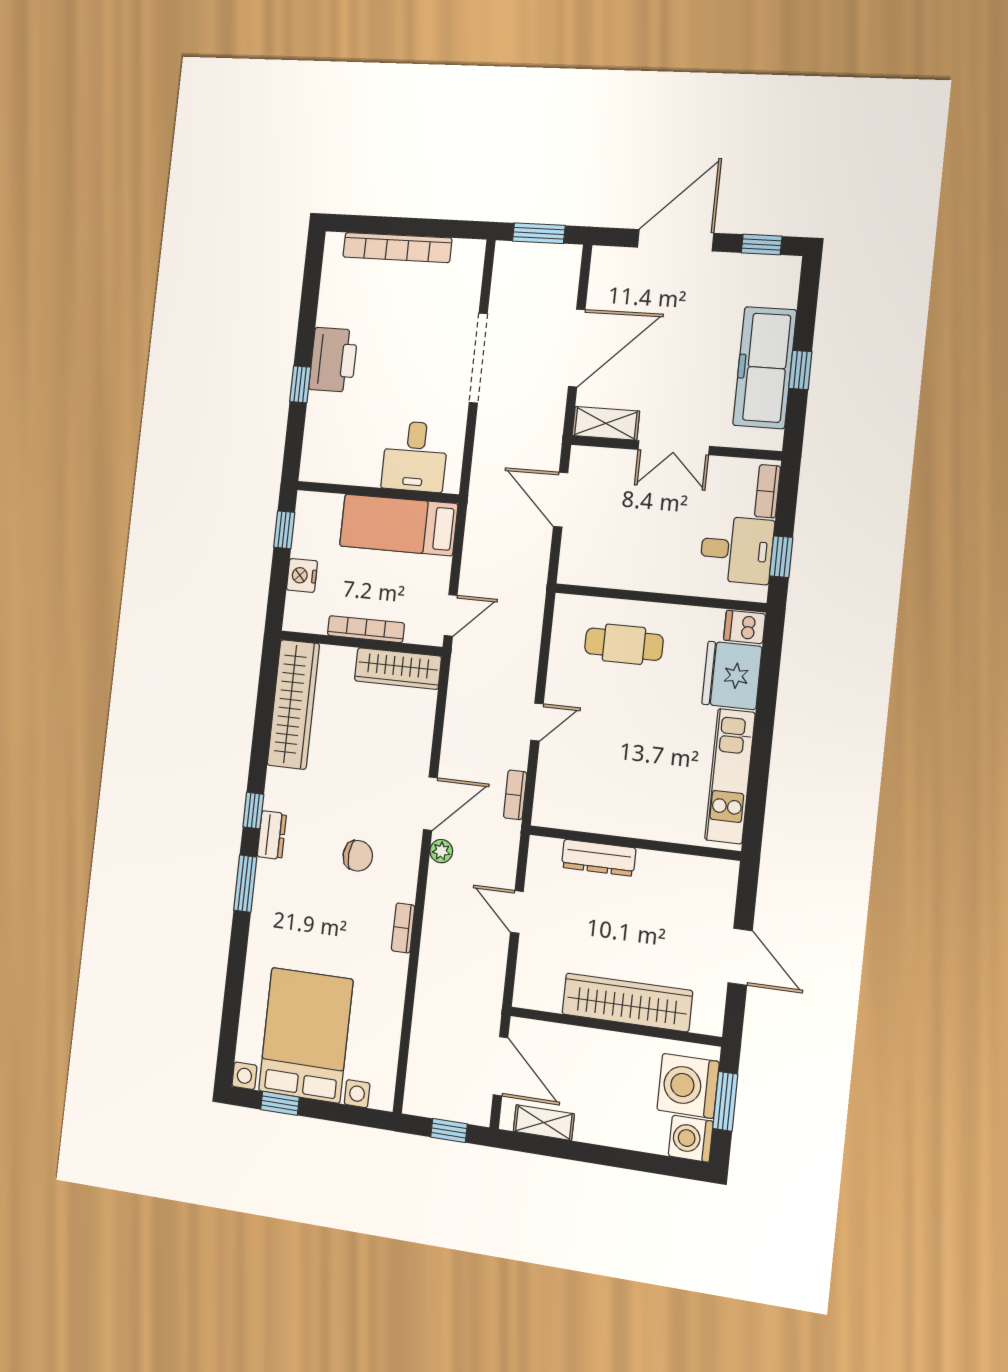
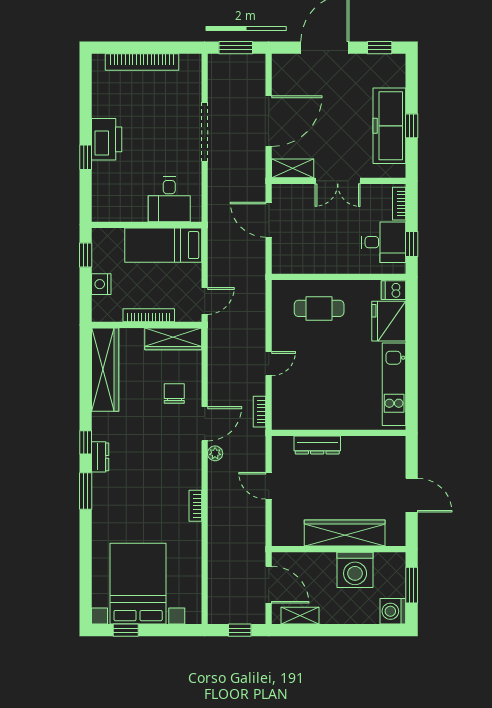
chair: (358, 856) -> (174, 394), moved, turned -94
washing machine: (688, 1086) -> (355, 570), moved, turned -90

